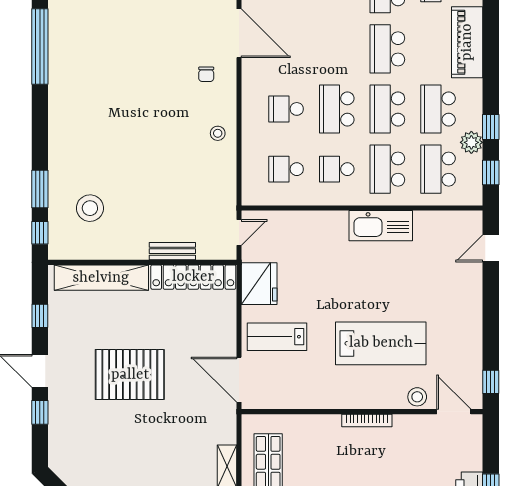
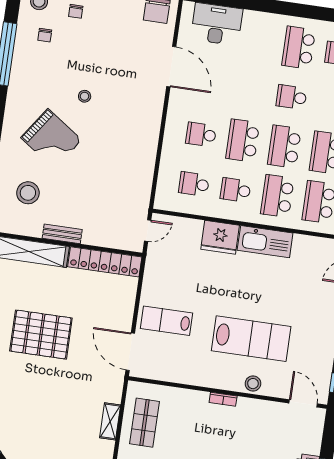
school desk: (387, 49) -> (291, 97), width x0.54
chair: (206, 74) -> (45, 35), moved
stool: (218, 133) -> (85, 96), moved
grand piano: (108, 140) -> (51, 139), added
bench: (172, 251) -> (62, 234), moved
fridge: (259, 284) -> (220, 237), moved, turned 90
stool: (417, 397) -> (253, 384), moved
bookcase: (367, 420) -> (223, 399), width x0.64

